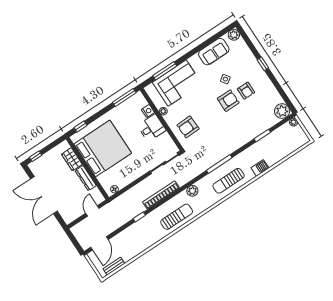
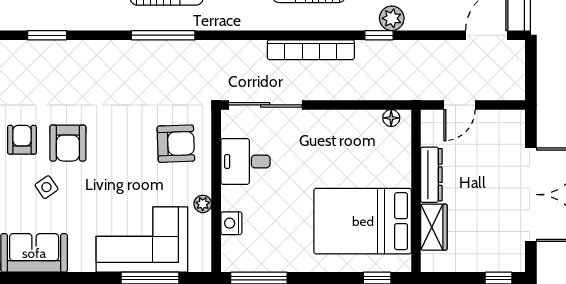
armchair: (228, 101) -> (68, 143), turned -90
desk: (152, 128) -> (245, 161), moved
bed: (103, 148) -> (363, 221), width x0.73
plant: (192, 191) -> (392, 18), moved

